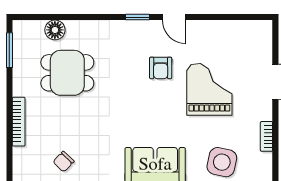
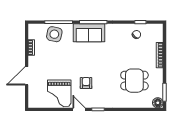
floor lamp: (55, 30) -> (158, 103), moved
grand piano: (209, 89) -> (59, 93), moved

